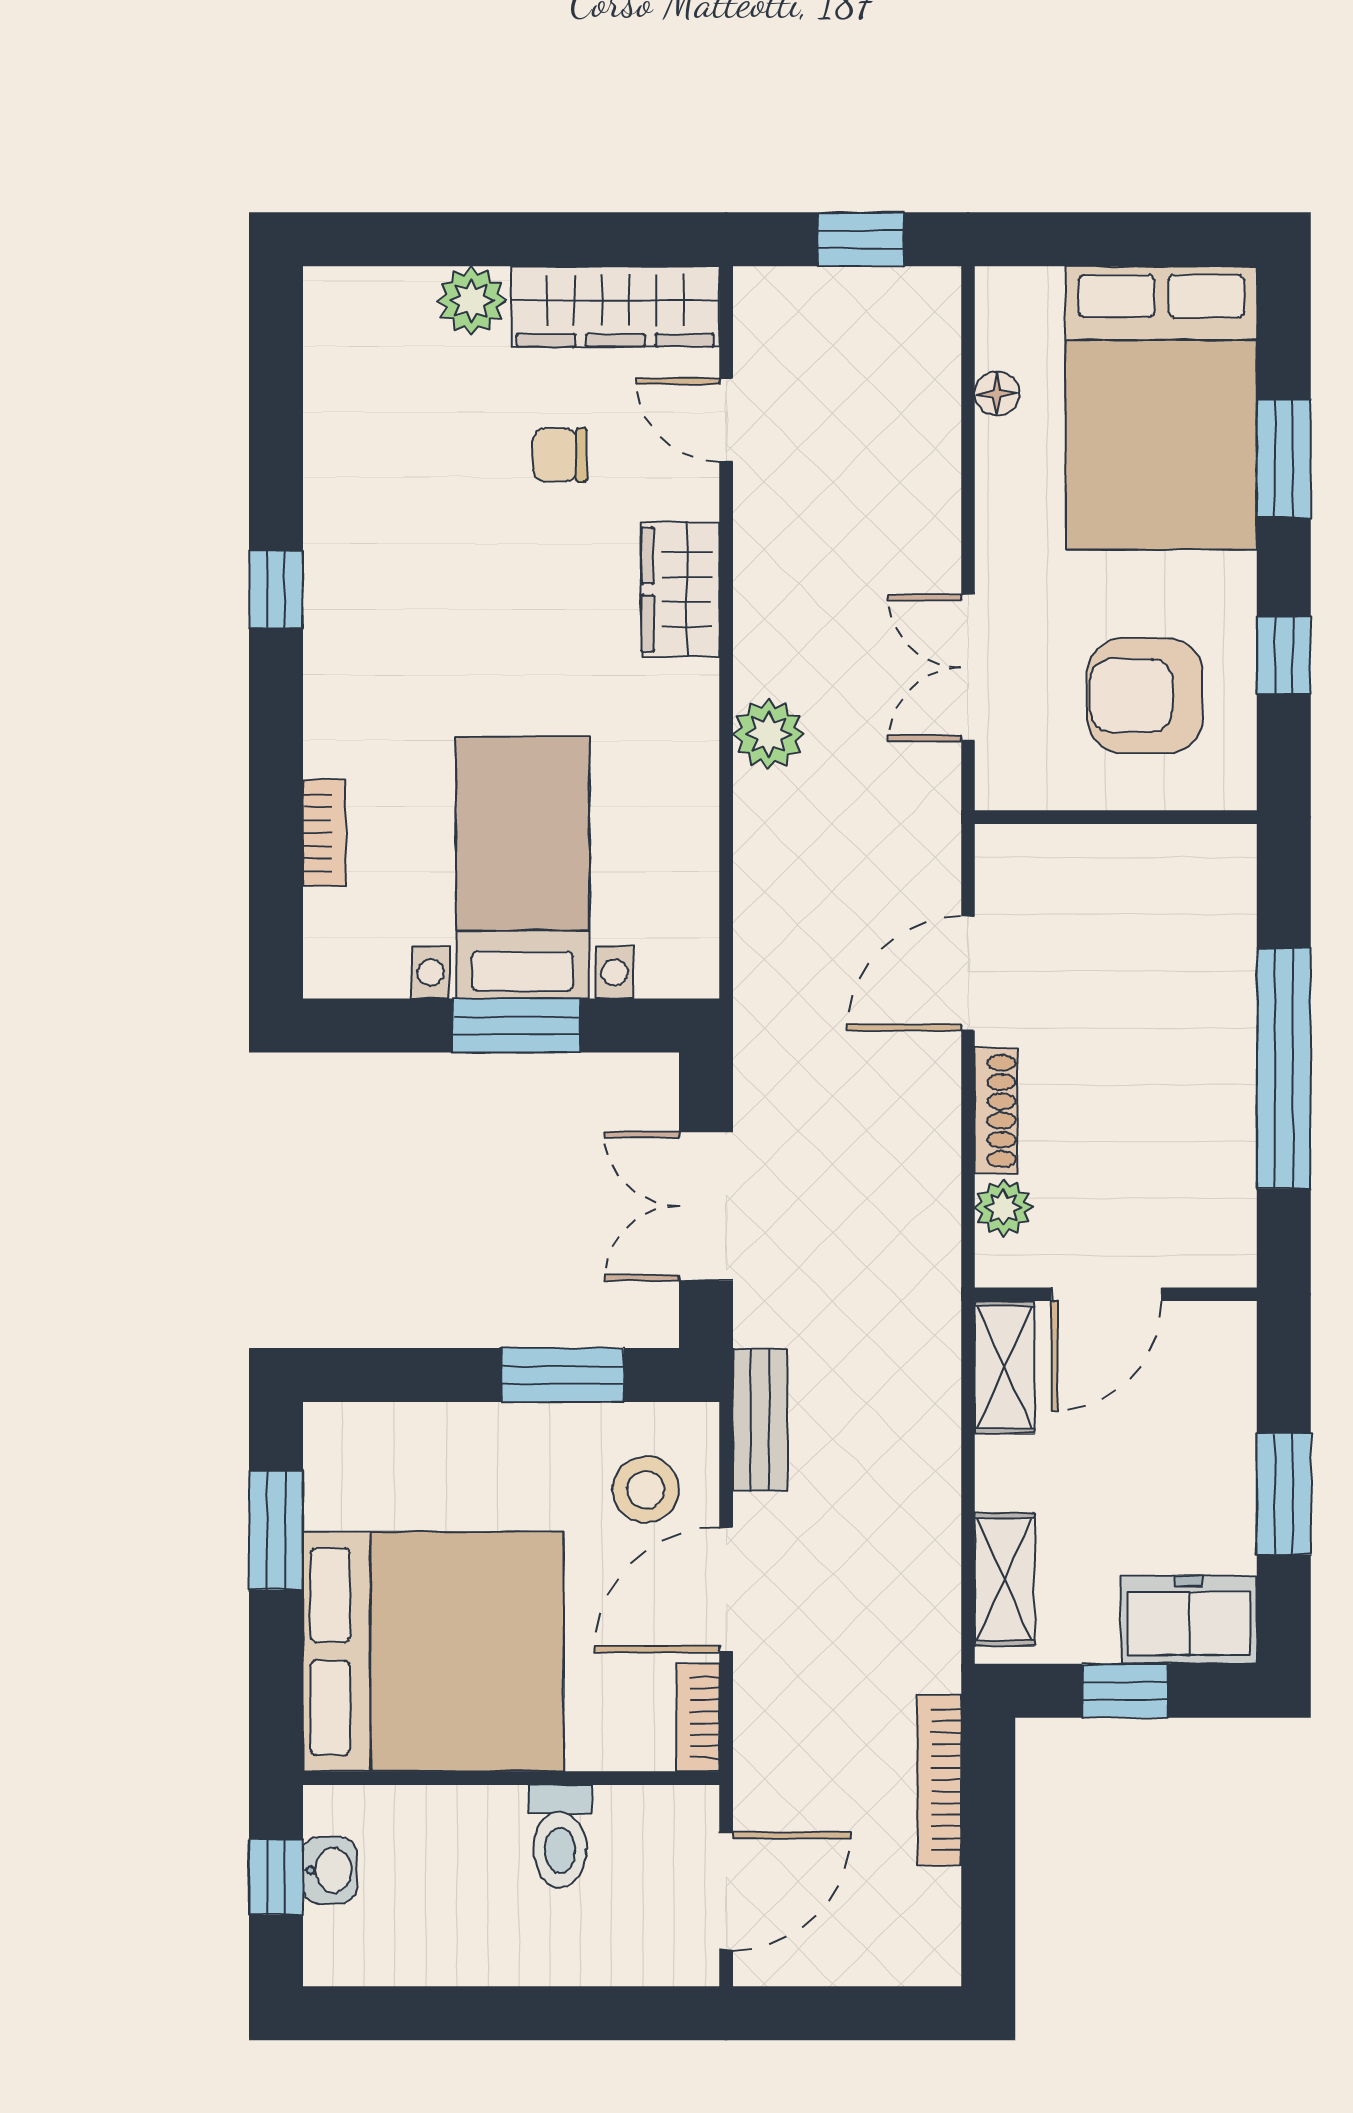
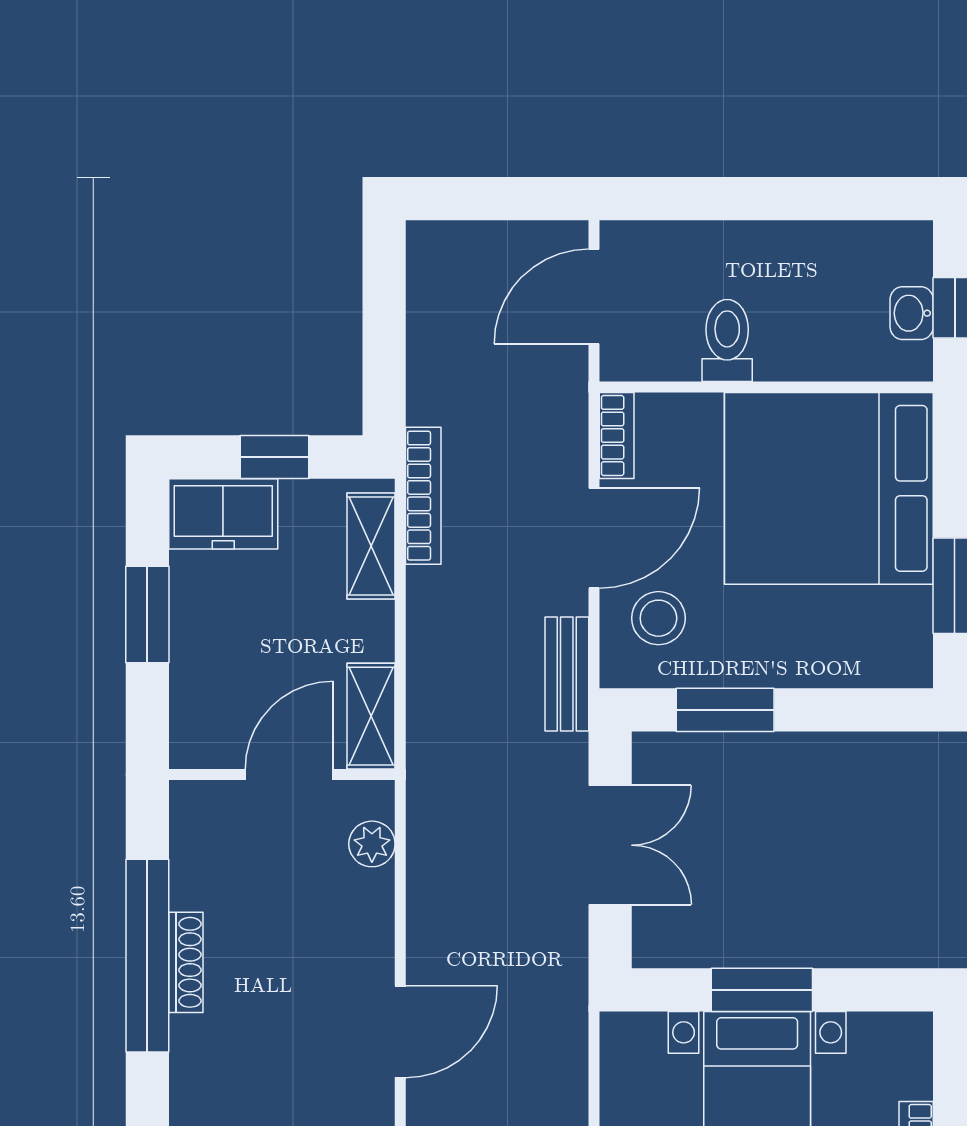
shoe rack: (996, 1111) -> (186, 962), moved, turned 180
bookcase: (939, 1780) -> (423, 496), moved

